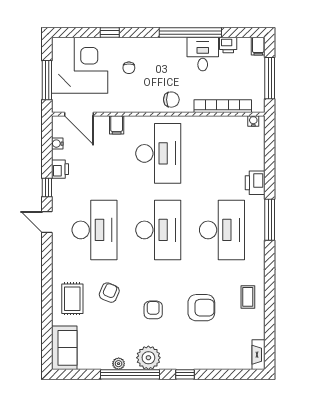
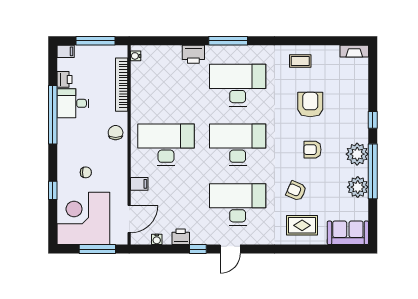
plant: (119, 364) -> (358, 187), width x1.88, depth x1.88

